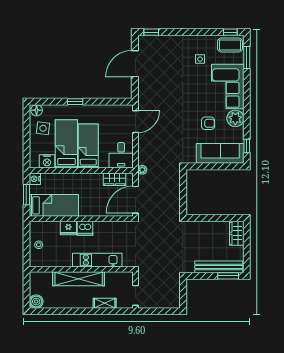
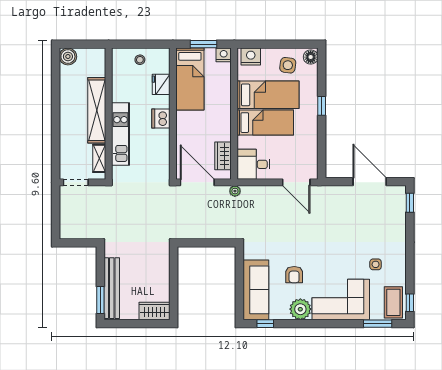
nightstand: (47, 161) -> (251, 57), moved, turned 90
fridge: (68, 228) -> (161, 84), moved
shelving: (105, 303) -> (99, 158), moved

